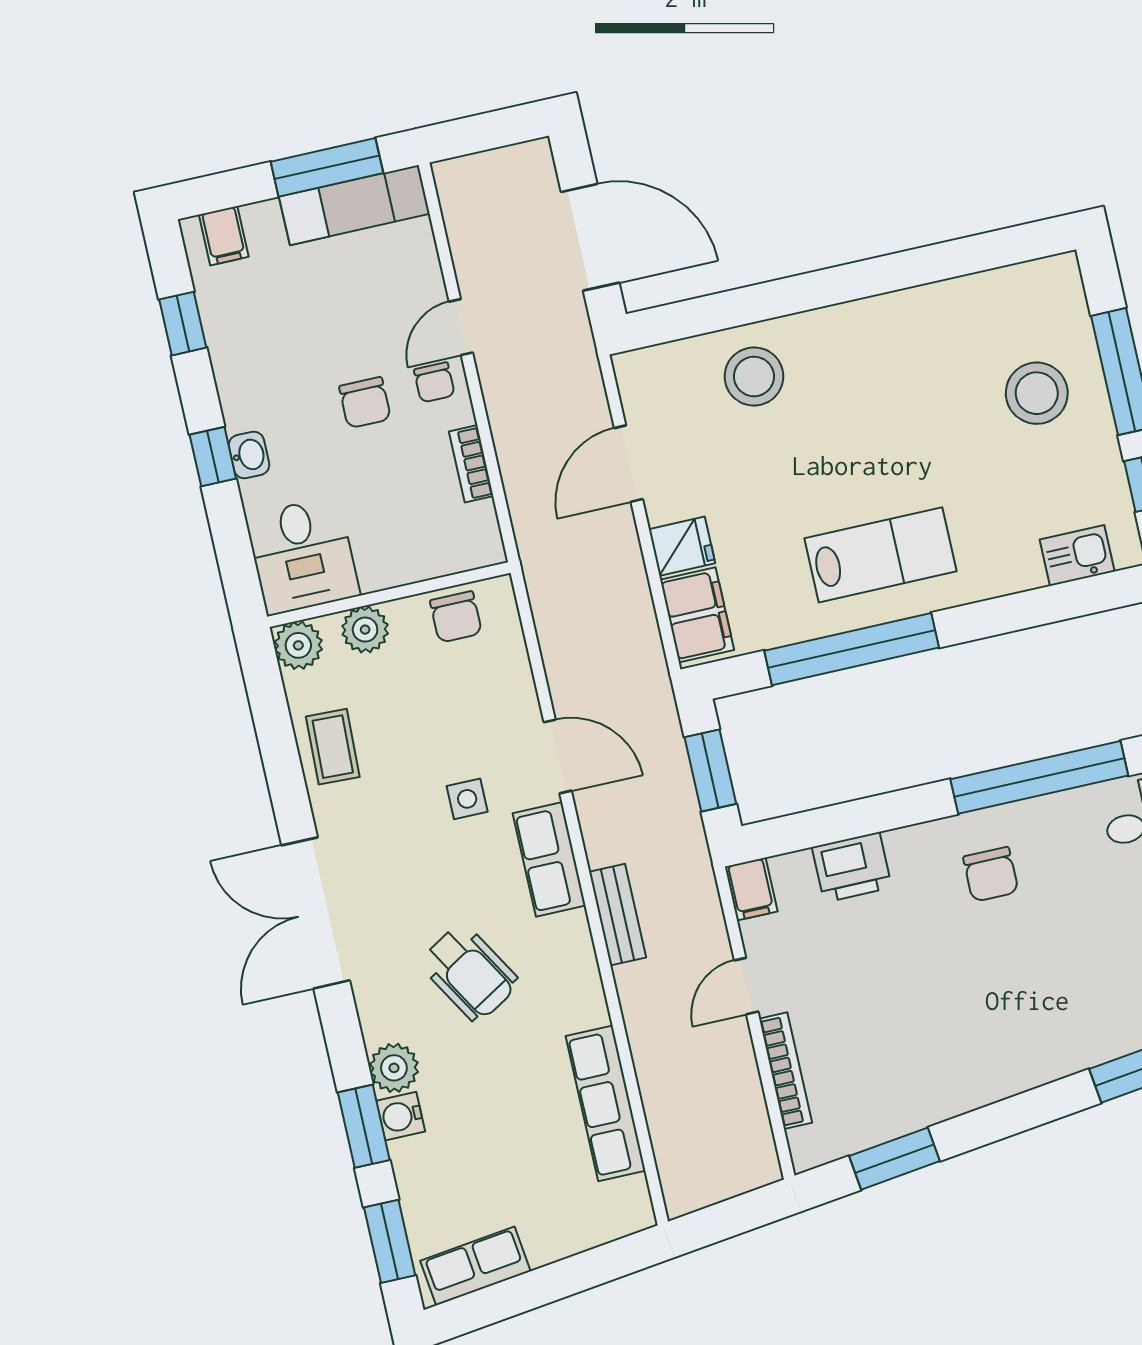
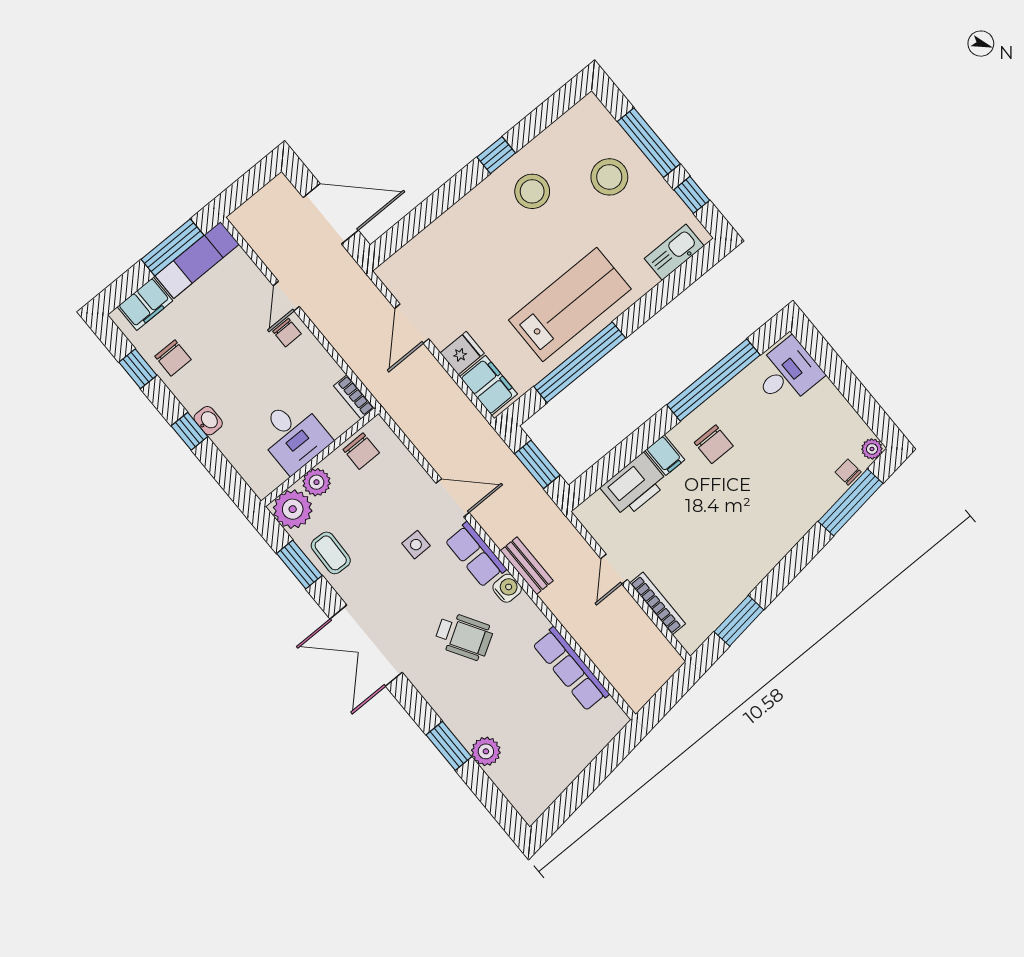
filing cabinet: (224, 236) -> (145, 304), width x2.00
window: (883, 274) -> (496, 155), added
stool: (754, 376) -> (532, 191), moved
chair: (365, 403) -> (173, 358), moved
bookcase: (471, 464) -> (354, 397), moved
lab bench: (881, 555) -> (570, 304), width x1.36, depth x1.39
kitchen sink: (1077, 555) -> (674, 252), width x1.38
desk: (303, 556) -> (293, 435), moved
plant: (298, 645) -> (293, 509), width x1.36, depth x1.36
printer: (852, 867) -> (634, 485), width x1.37, depth x1.19
filing cabinet: (751, 889) -> (665, 455), moved
plant: (394, 1068) -> (486, 751), moved
water cooler: (401, 1116) -> (507, 588), moved, turned 180
window: (390, 1241) -> (299, 565), moved
row of seats: (475, 1266) -> (545, 790), removed

